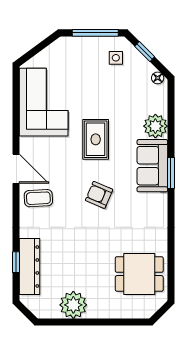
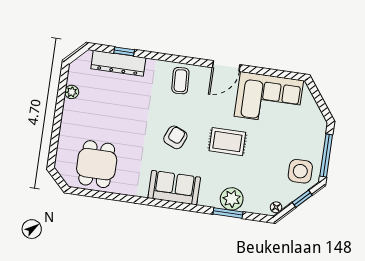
side table: (116, 58) -> (300, 171), width x1.87, depth x1.87
sofa: (152, 166) -> (174, 188), moved
door: (16, 169) -> (226, 66), moved
window: (171, 173) -> (228, 213), moved
plant: (73, 305) -> (72, 92), width x0.53, depth x0.53

